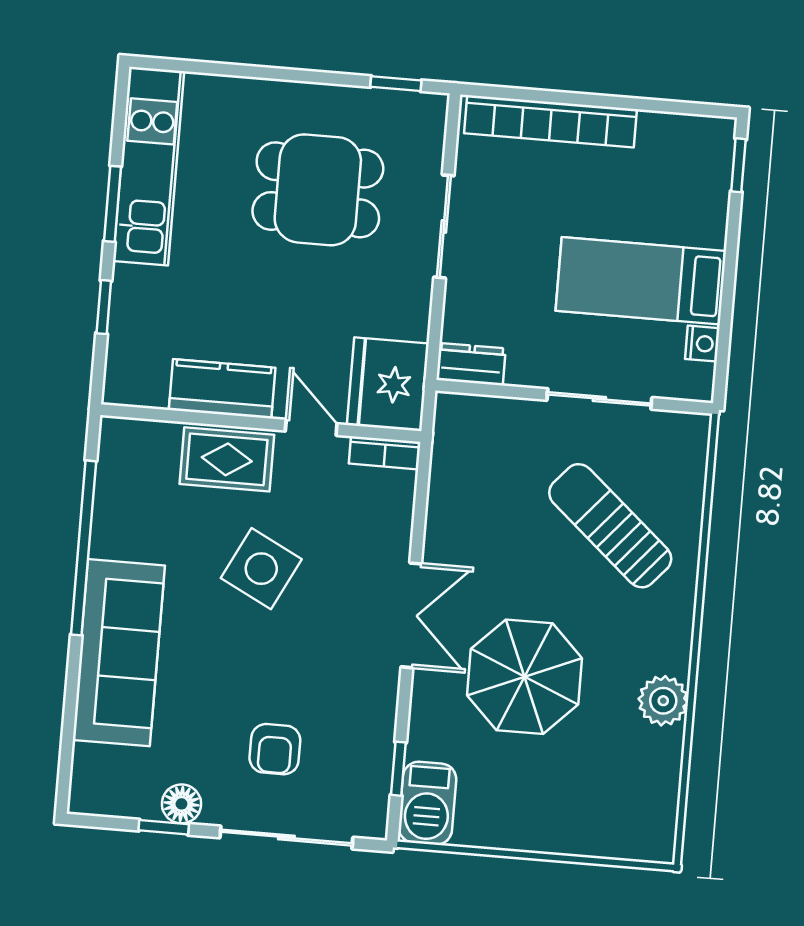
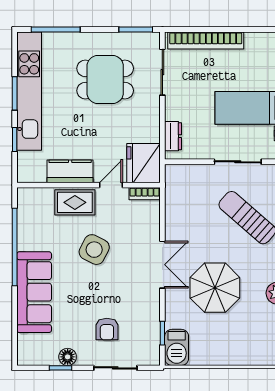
window: (216, 69) -> (56, 30), added
window: (396, 84) -> (136, 30), width x1.50
kitchen unit: (149, 166) -> (29, 91), width x1.36
sliding door: (444, 226) -> (162, 72), moved
dresser: (471, 364) -> (173, 136), moved, turned 90
door: (311, 427) -> (111, 185), hinge flipped
sliding door: (286, 838) -> (115, 368), width x0.73

